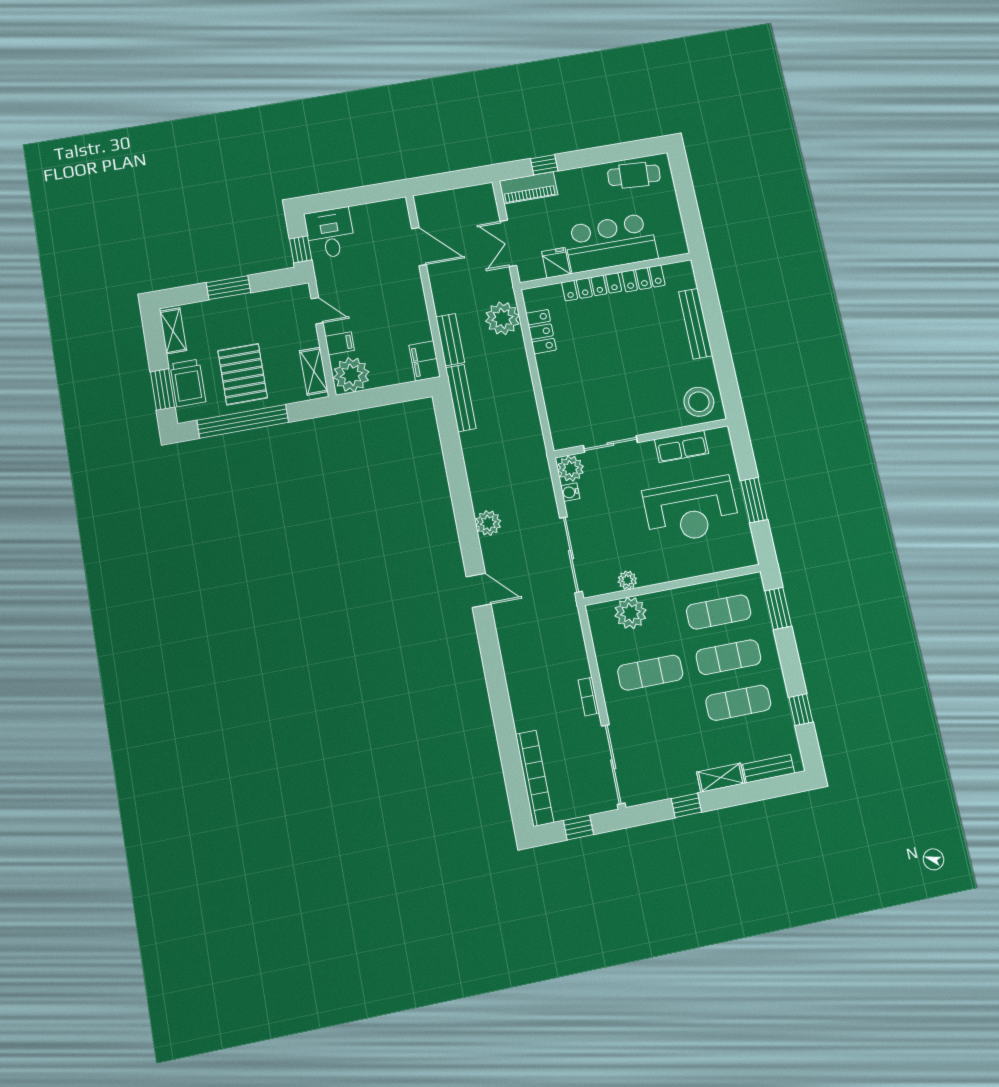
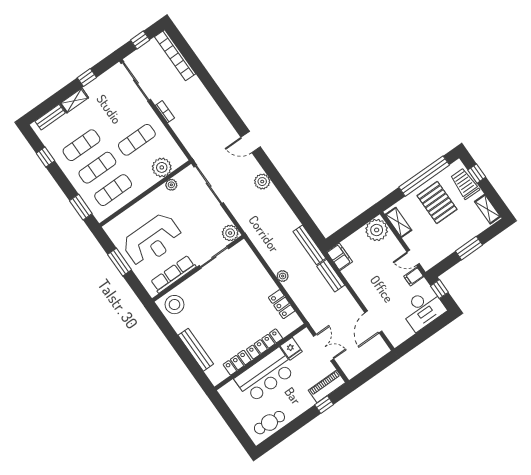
desk: (330, 233) -> (423, 309), width x1.37
door: (419, 247) -> (373, 322), hinge flipped
plant: (502, 318) -> (283, 276), moved, width x0.53, depth x0.53
filing cabinet: (340, 343) -> (414, 276), moved
window: (163, 389) -> (477, 174), width x0.67
row of seats: (682, 446) -> (173, 274), width x1.48
water cooler: (570, 492) -> (224, 220), removed
reception desk: (691, 510) -> (153, 240), turned 180

